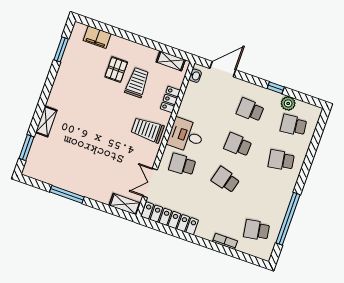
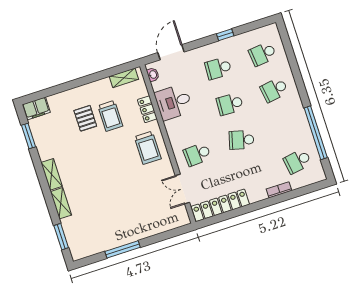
filing cabinet: (97, 37) -> (36, 108), moved
trolley: (137, 83) -> (110, 116), turned 180
plant: (288, 103) -> (245, 40), removed
trolley: (147, 130) -> (148, 148), turned -90
desk: (186, 135) -> (174, 102), moved
shelving: (125, 204) -> (52, 174), moved, turned 90

